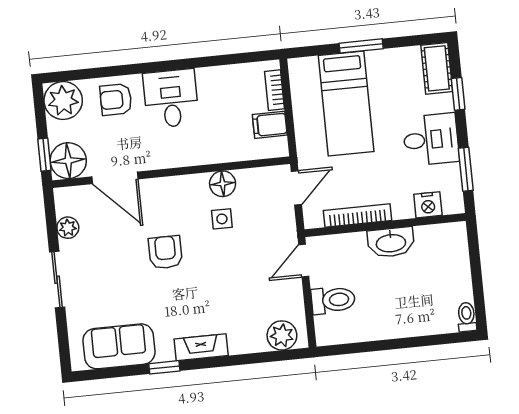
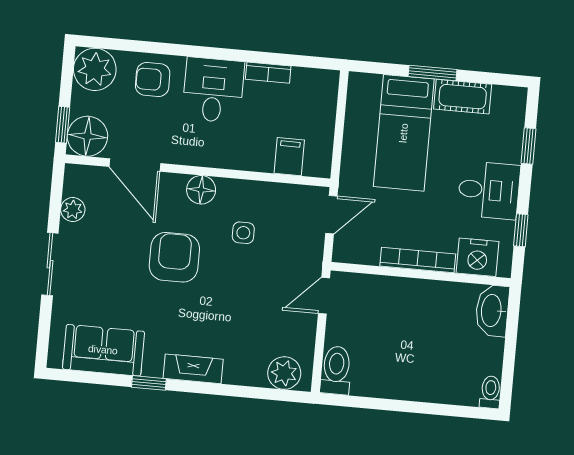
cot: (437, 68) -> (463, 97), moved, turned 90
bookcase: (275, 90) -> (268, 73), moved, turned -90
filing cabinet: (270, 125) -> (289, 157), moved, turned 90
window: (466, 169) -> (521, 230), width x0.67
floor lamp: (223, 184) -> (201, 190), moved
nightstand: (428, 205) -> (477, 257), width x1.36, depth x1.33
bookcase: (357, 215) -> (418, 260), moved
washbasin: (391, 242) -> (492, 311), moved, turned 90
armchair: (165, 252) -> (174, 257), width x1.38, depth x1.38
toilet: (333, 300) -> (336, 370), moved, turned -90

